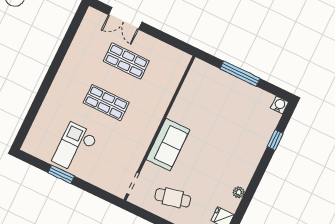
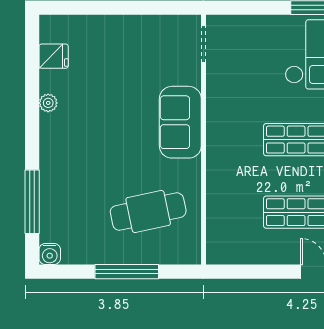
window: (275, 140) -> (32, 202), width x2.17
cafe table: (173, 198) -> (148, 212), moved, width x1.37, depth x1.35

